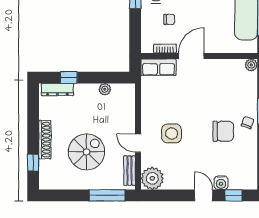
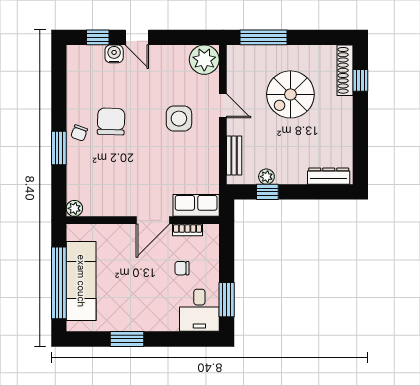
window: (69, 78) -> (267, 192), moved
chair: (223, 131) -> (111, 122), turned 92
shoe rack: (45, 140) -> (345, 70), moved
bench: (130, 171) -> (234, 155), moved

